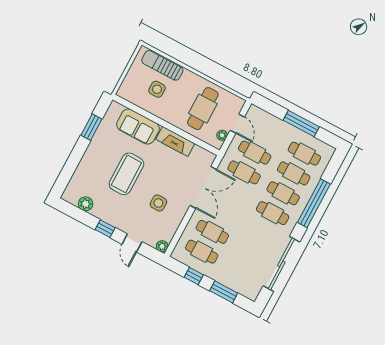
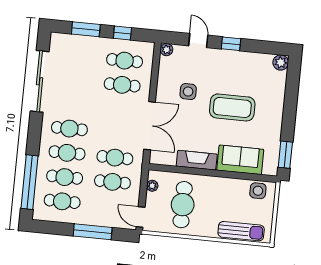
side table: (157, 89) -> (258, 191), moved
window: (301, 123) -> (93, 232), moved
door: (237, 124) -> (141, 217), moved
window: (91, 127) -> (285, 155), moved
coffee table: (126, 174) -> (232, 107), turned 90
double door: (203, 187) -> (150, 126), swing flipped
window: (314, 203) -> (30, 182), moved
plant: (86, 204) -> (281, 63), moved

